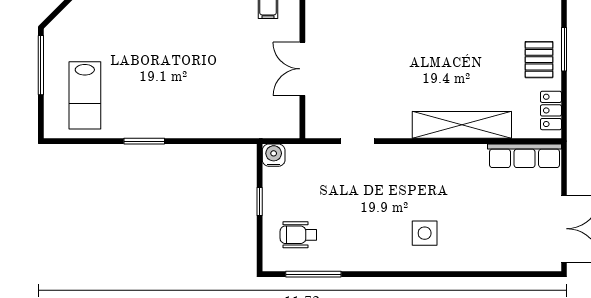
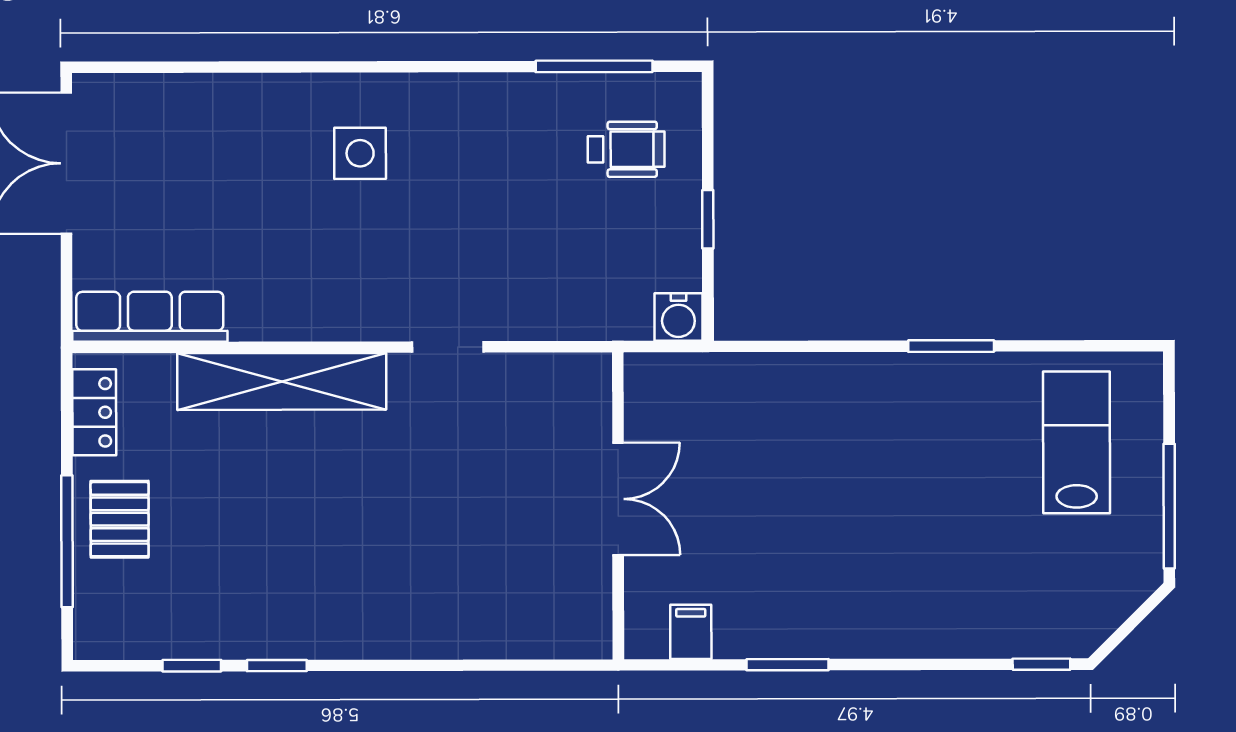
window: (564, 49) -> (67, 541), width x1.44
doorway: (357, 141) -> (448, 347), moved

